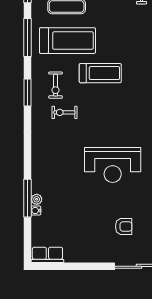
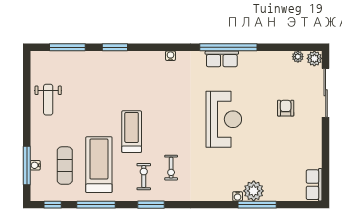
exercise bike: (56, 85) -> (144, 177), turned -90
plant: (37, 199) -> (254, 191), width x1.87, depth x1.87
water cooler: (36, 211) -> (238, 196), moved

